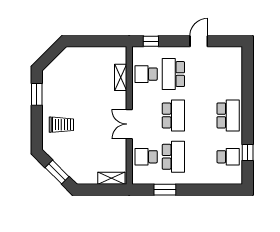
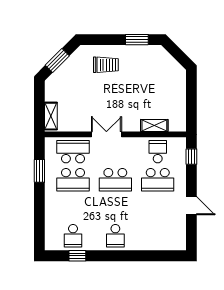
school desk: (173, 74) -> (158, 180), turned 180
school desk: (228, 115) -> (115, 236), width x0.54
trolley: (61, 125) -> (106, 65), turned -90
school desk: (146, 157) -> (73, 152), width x1.85

